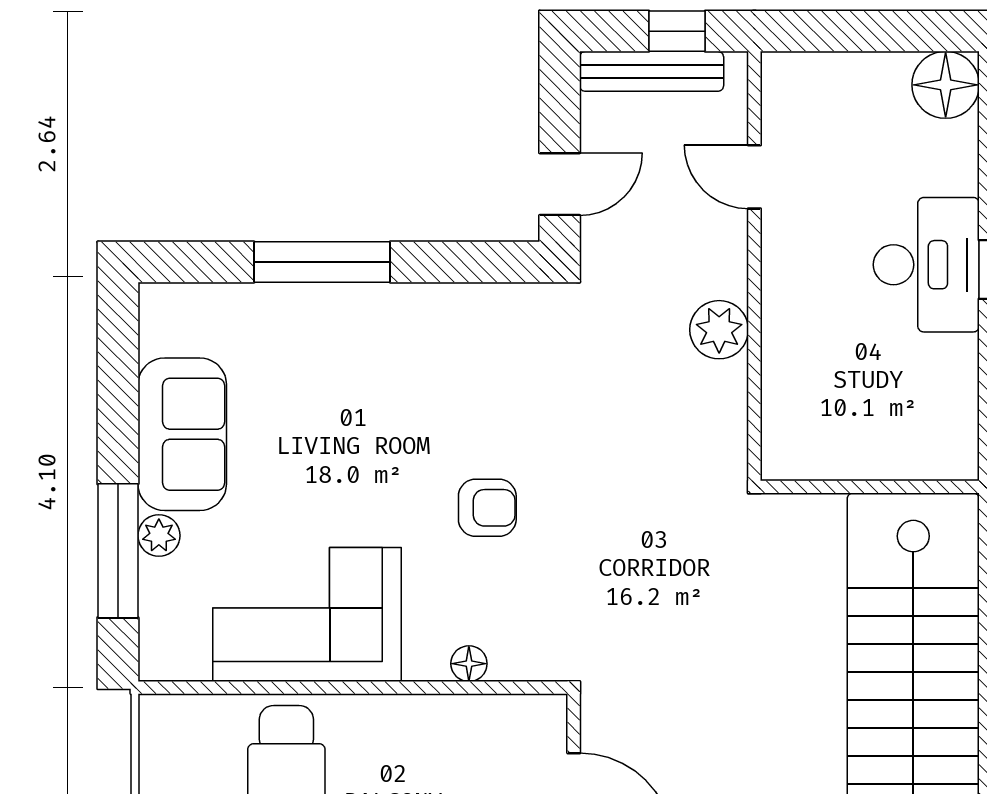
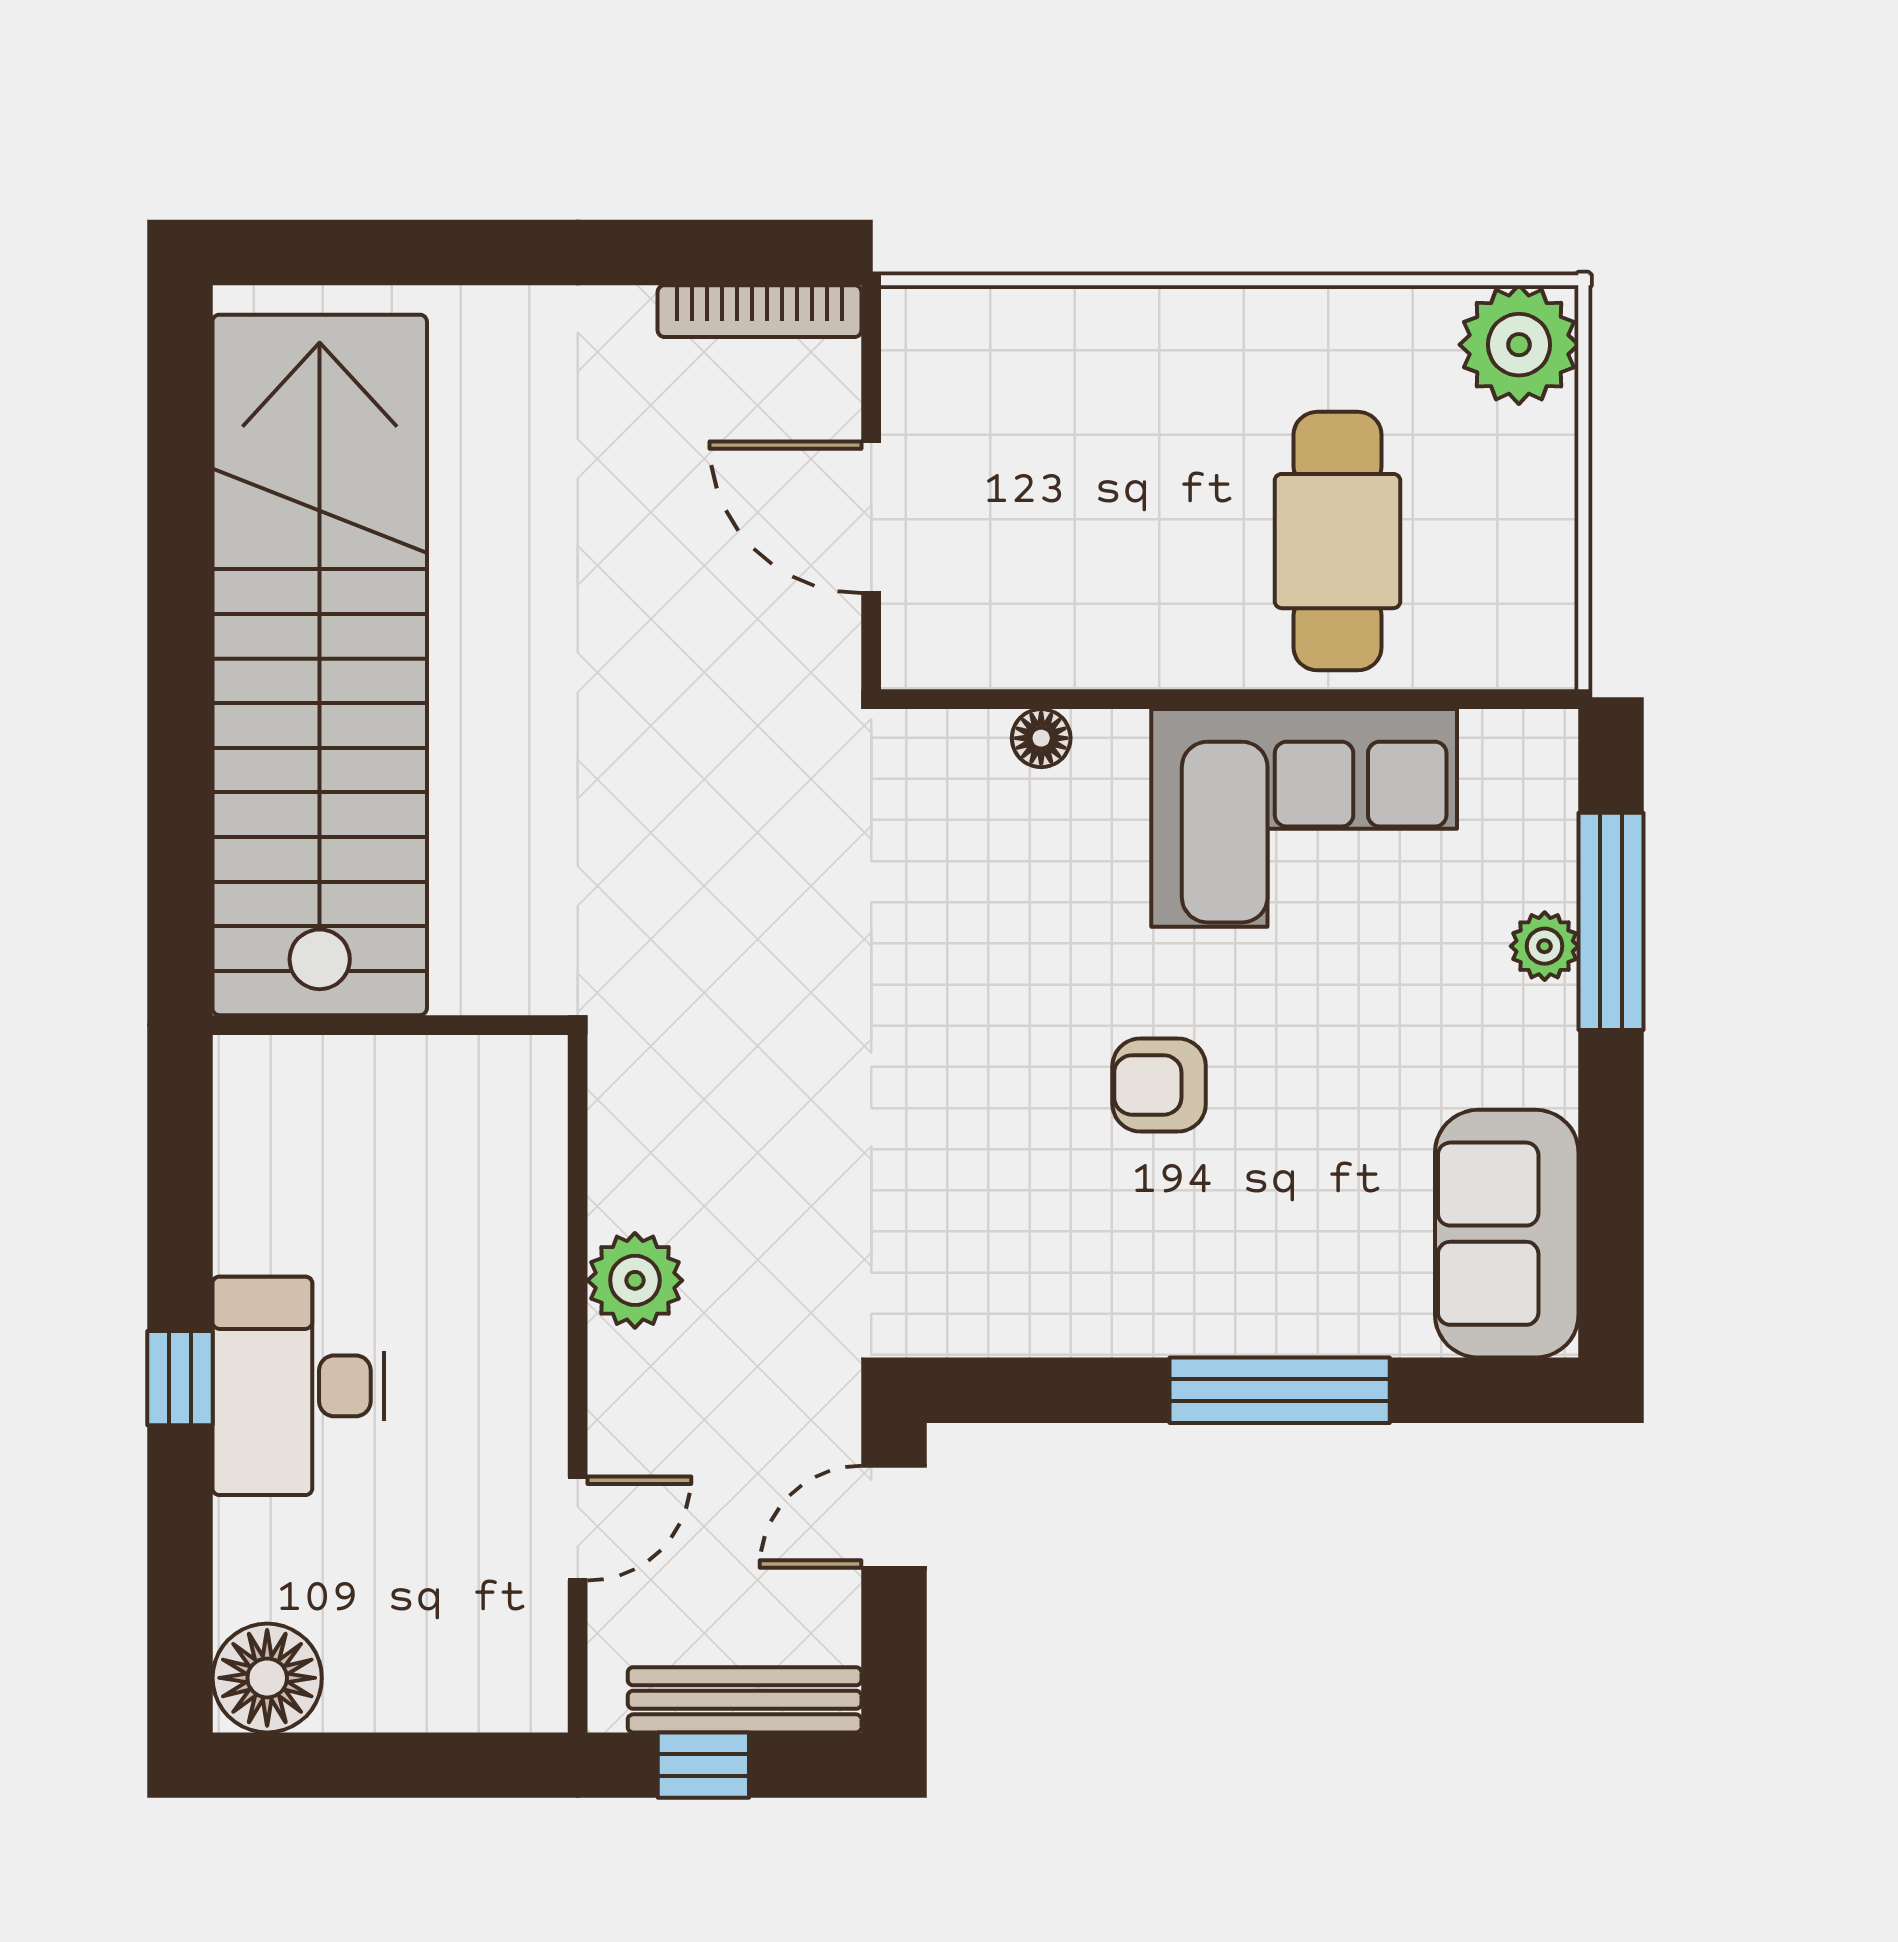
door: (754, 177) -> (578, 1529), hinge flipped
sofa: (182, 434) -> (1507, 1234), moved
armchair: (487, 508) -> (1159, 1085), moved

